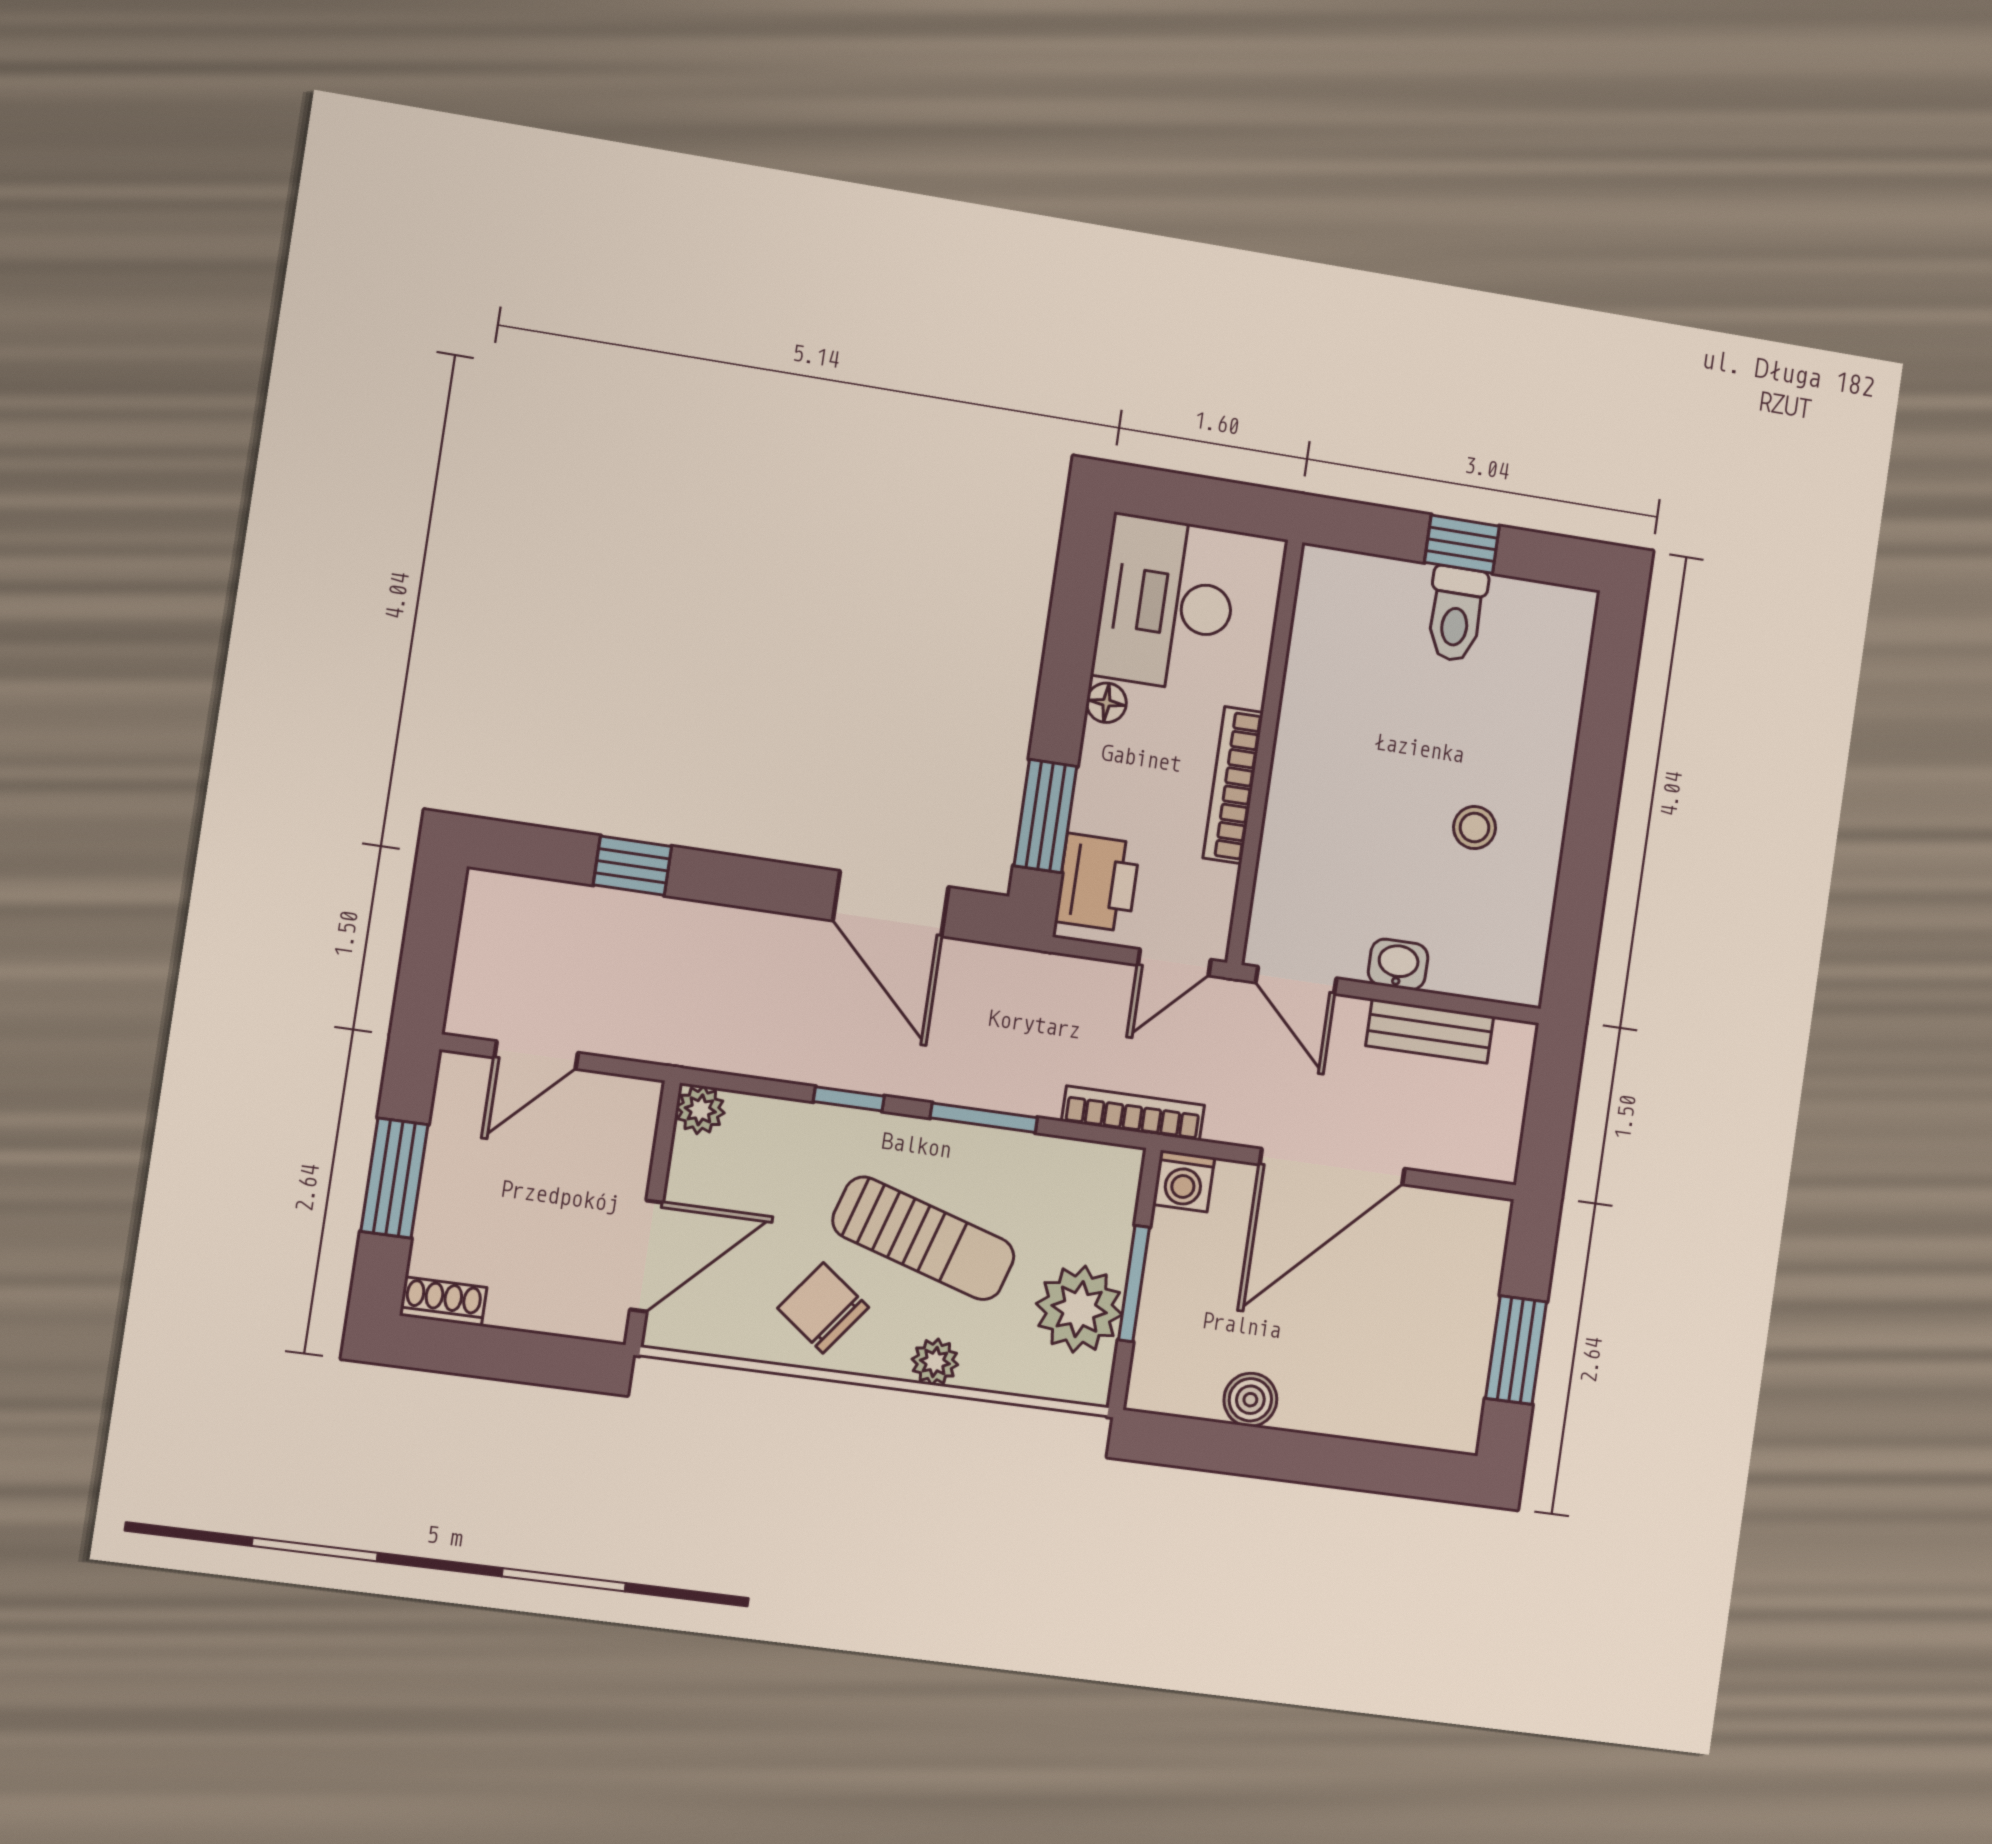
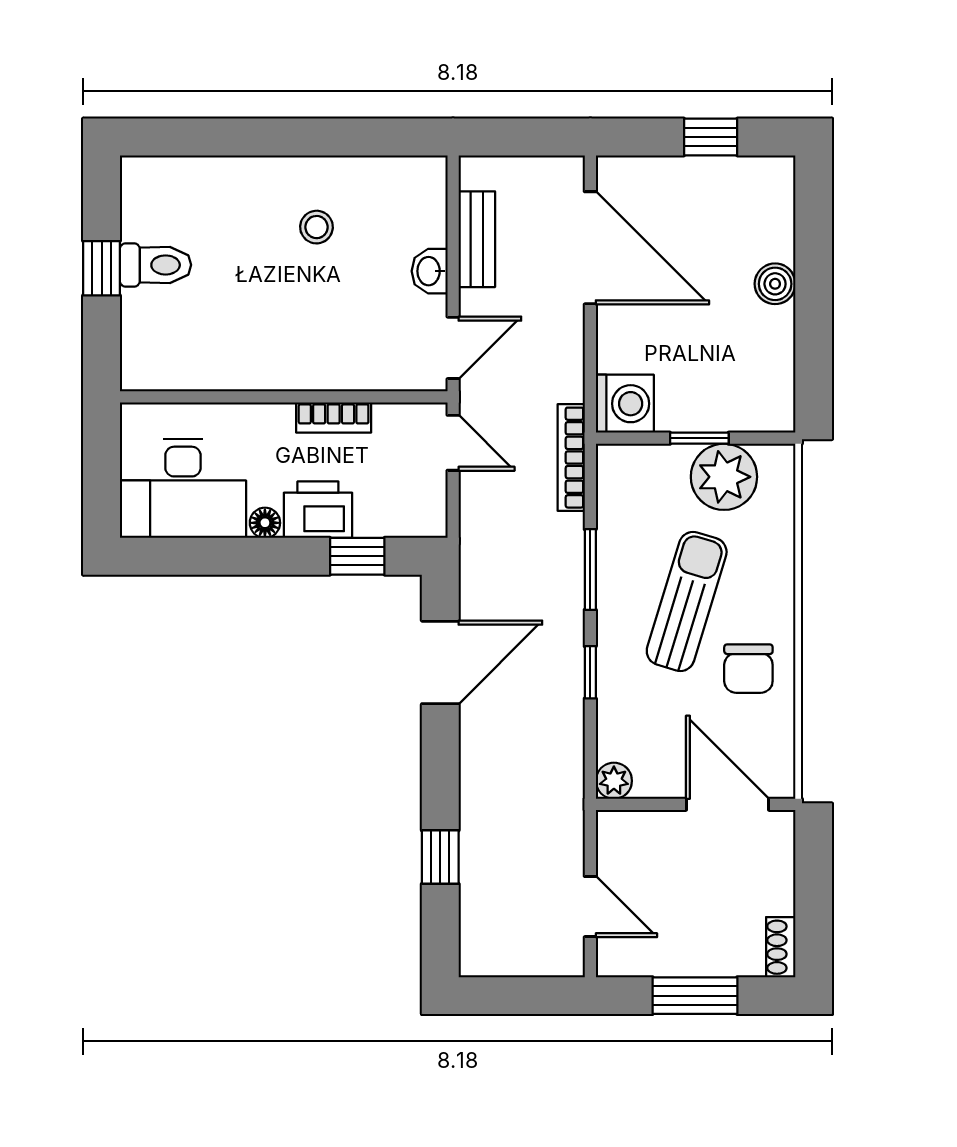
bookcase: (1233, 785) -> (334, 417), width x0.64
window: (1045, 816) -> (357, 556), width x0.67
printer: (1098, 883) -> (318, 510), moved
door: (1332, 1167) -> (590, 248), moved
washing machine: (1184, 1181) -> (625, 404), width x1.38, depth x1.38
window: (1134, 1284) -> (699, 438), width x0.67
chair: (823, 1308) -> (748, 669), turned -37
window: (1516, 1350) -> (711, 137), width x0.67
plant: (935, 1362) -> (778, 579), removed
boiler: (1250, 1400) -> (775, 284), moved

